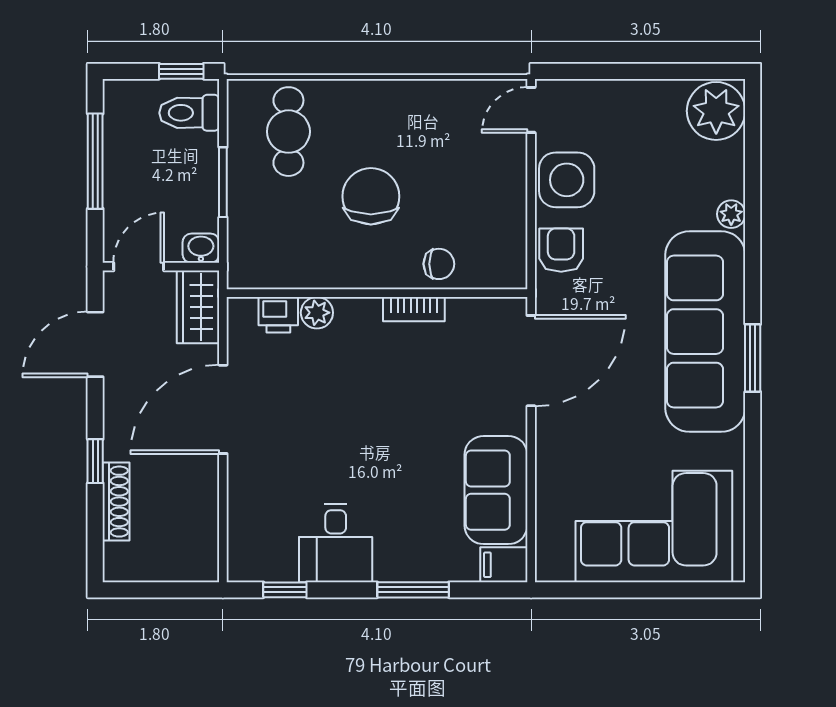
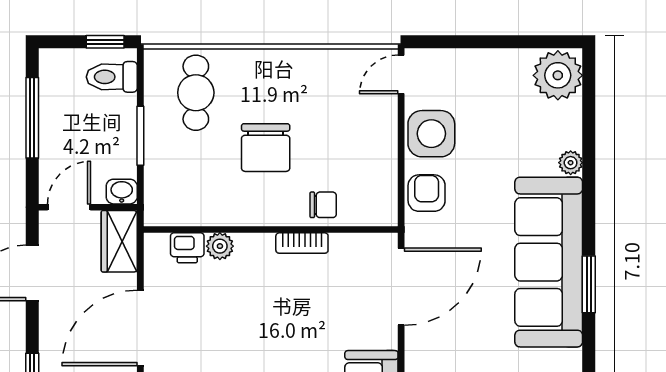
chair: (371, 196) -> (266, 148), turned 180

